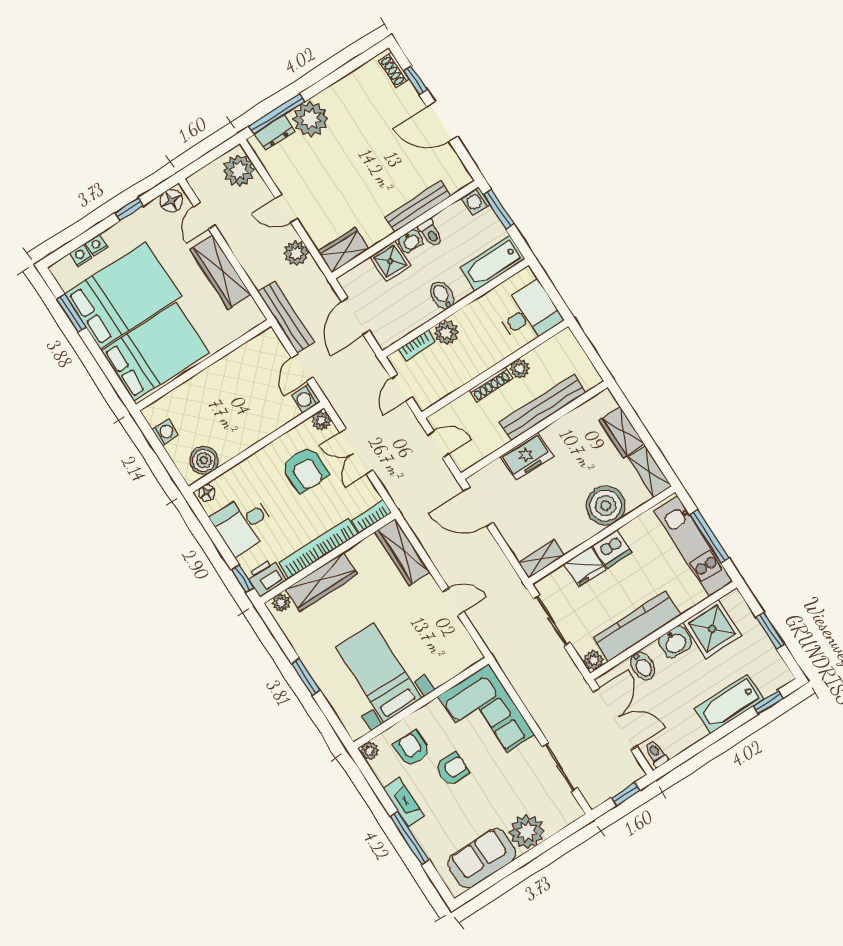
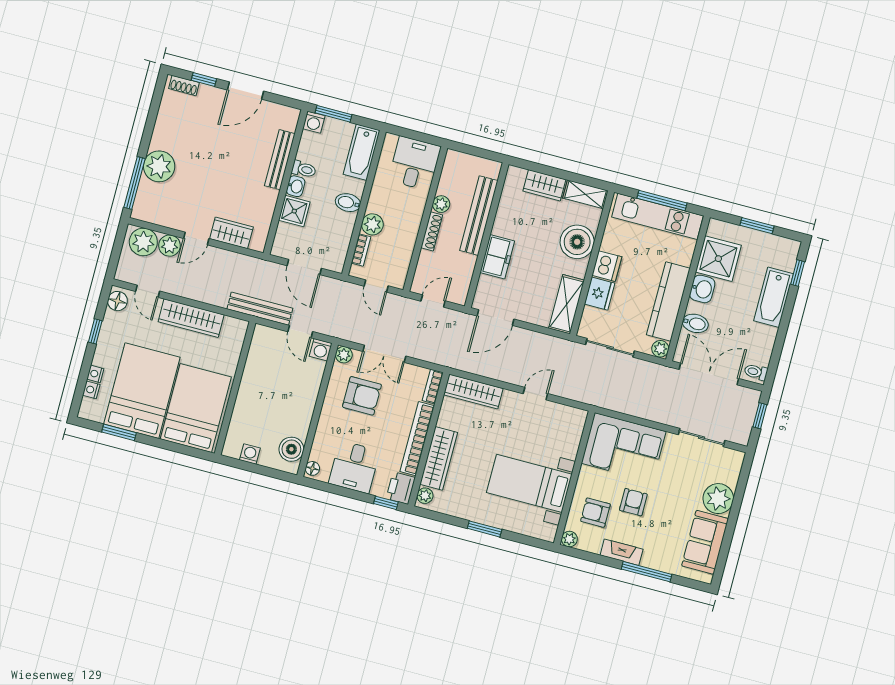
dresser: (275, 133) -> (144, 196), removed
wardrobe: (344, 250) -> (231, 233), moved, turned 90
plant: (296, 253) -> (169, 246), moved
shelving: (541, 559) -> (567, 304), width x1.50, depth x1.33

